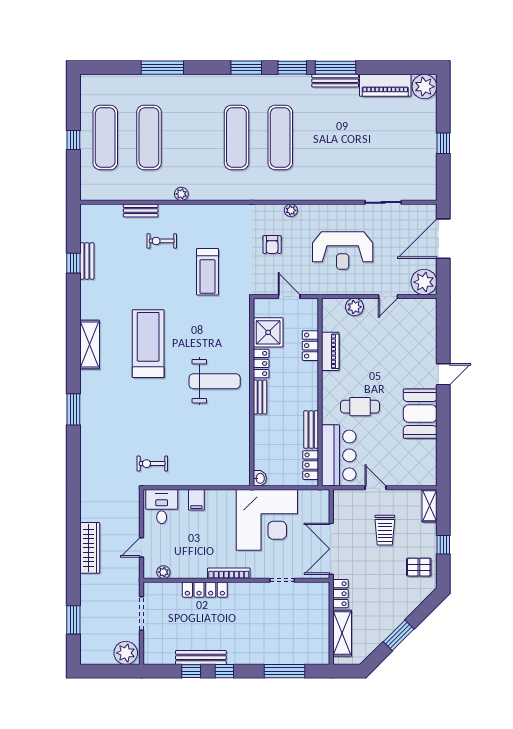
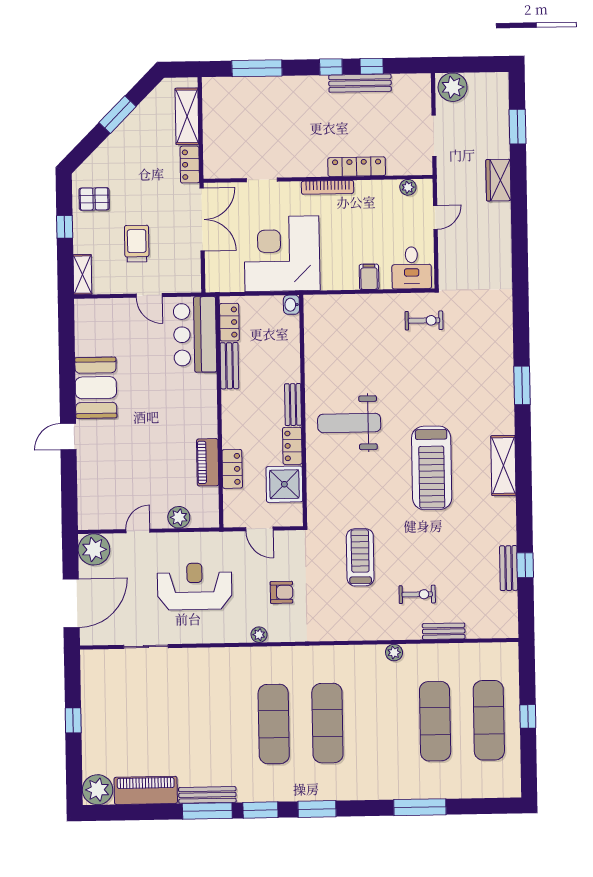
armchair: (272, 245) -> (281, 592), turned 90
cafe table: (360, 407) -> (170, 395), removed
wardrobe: (90, 548) -> (498, 180), moved, width x0.67

